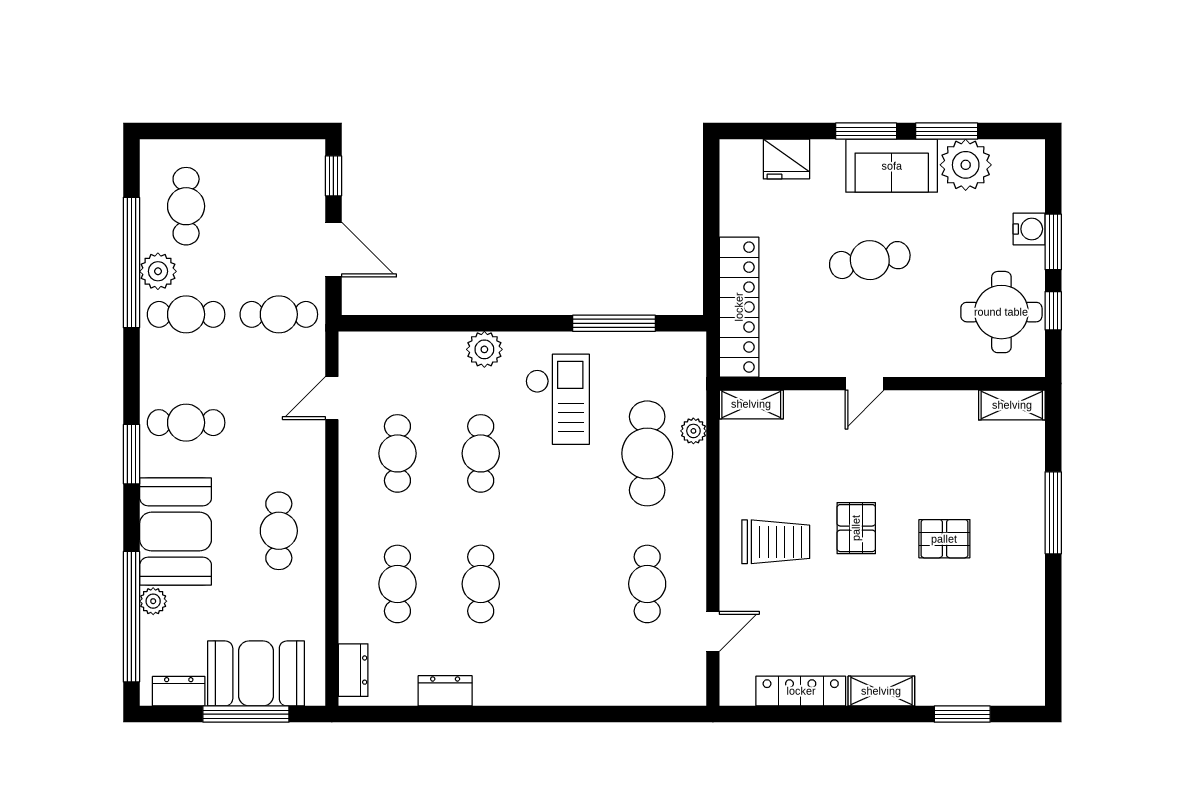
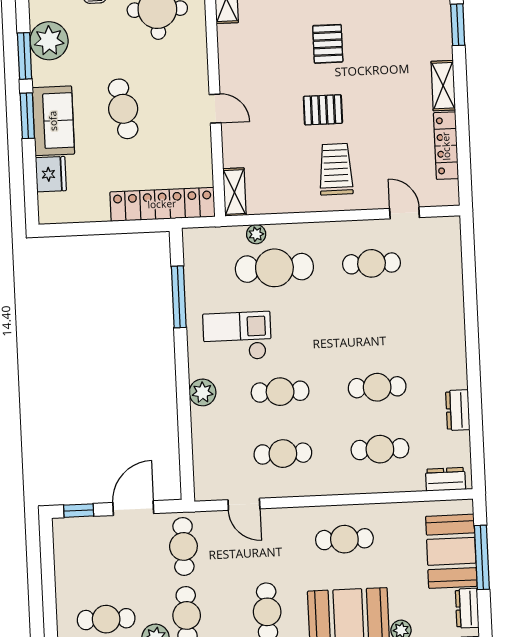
sofa: (892, 166) -> (53, 121), moved

